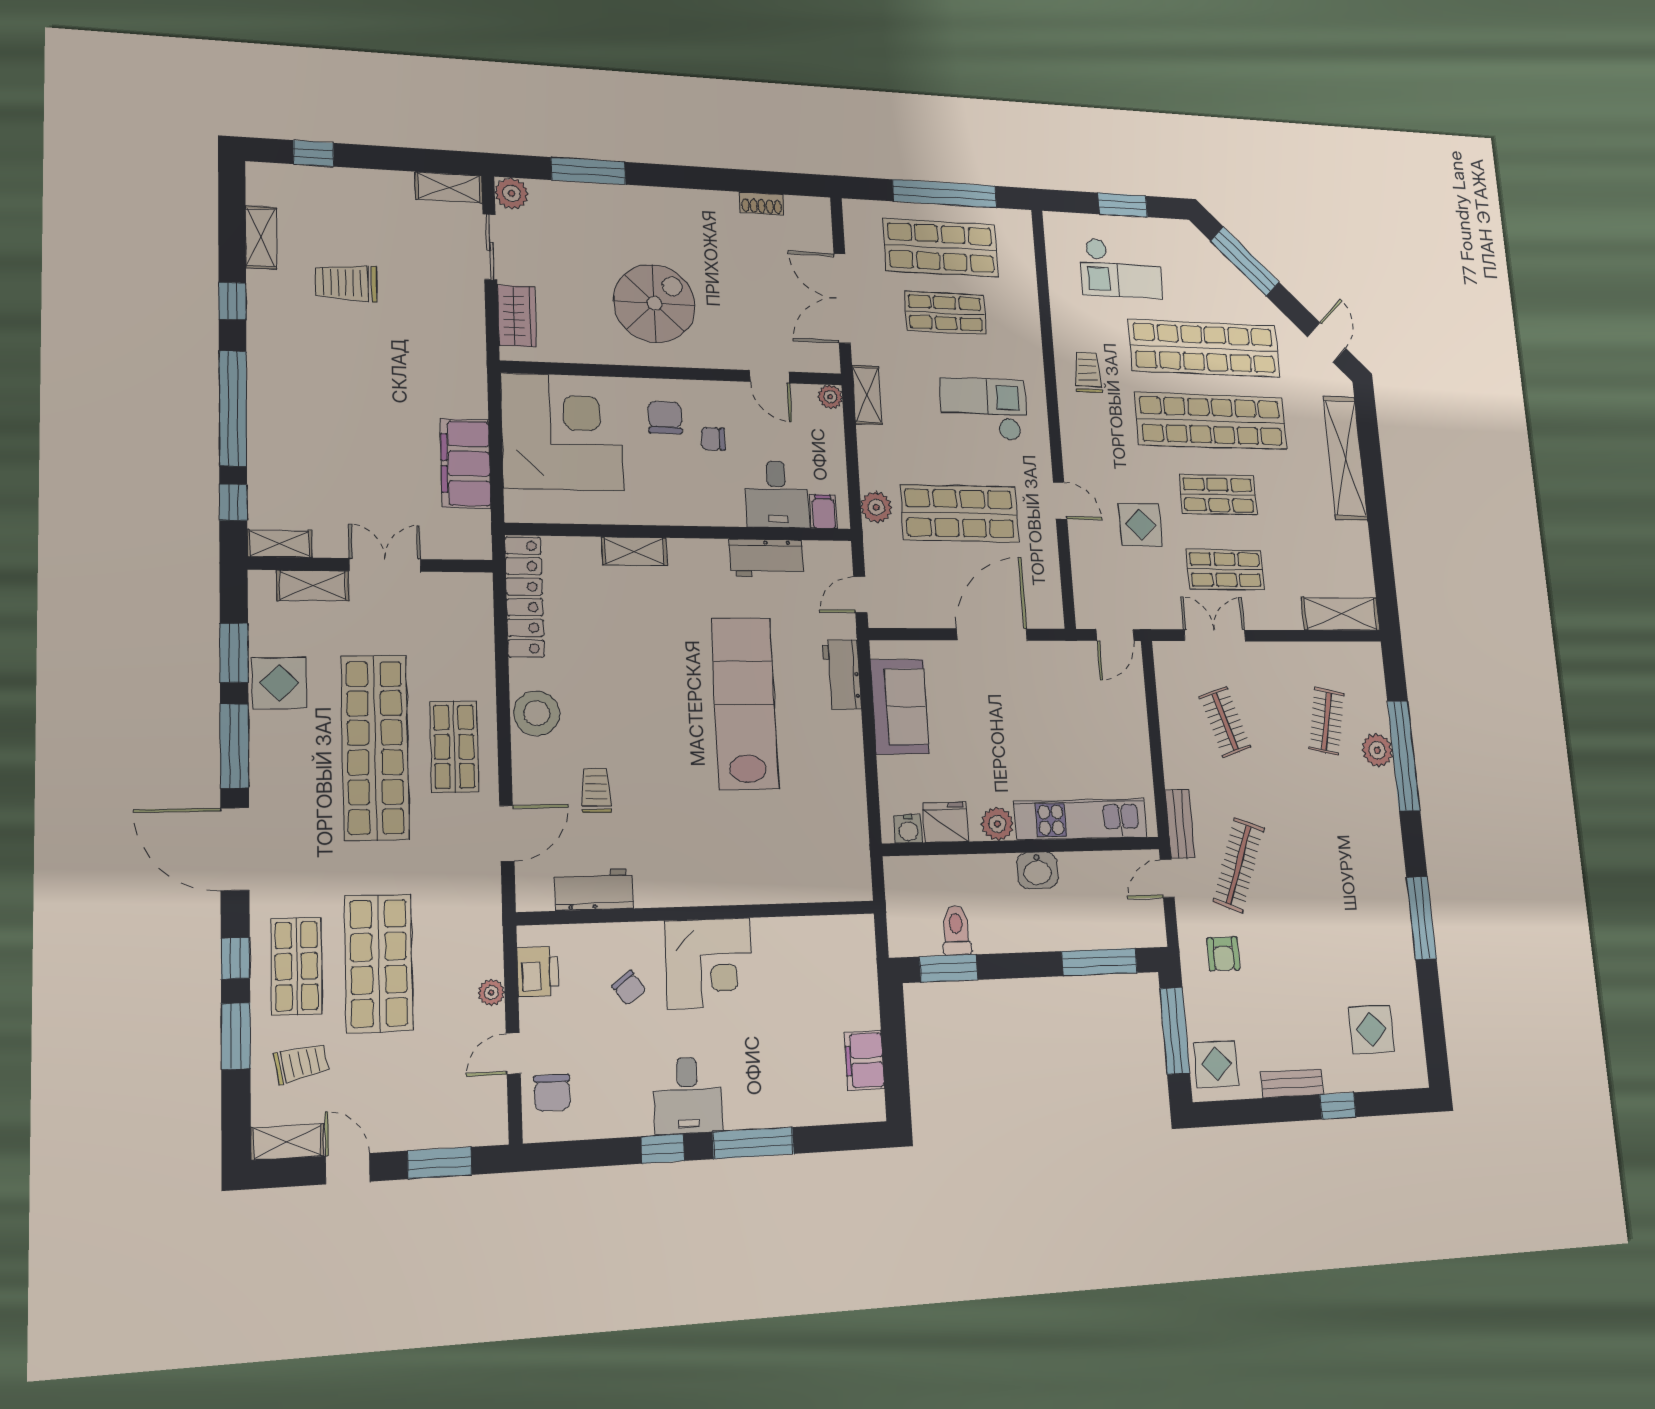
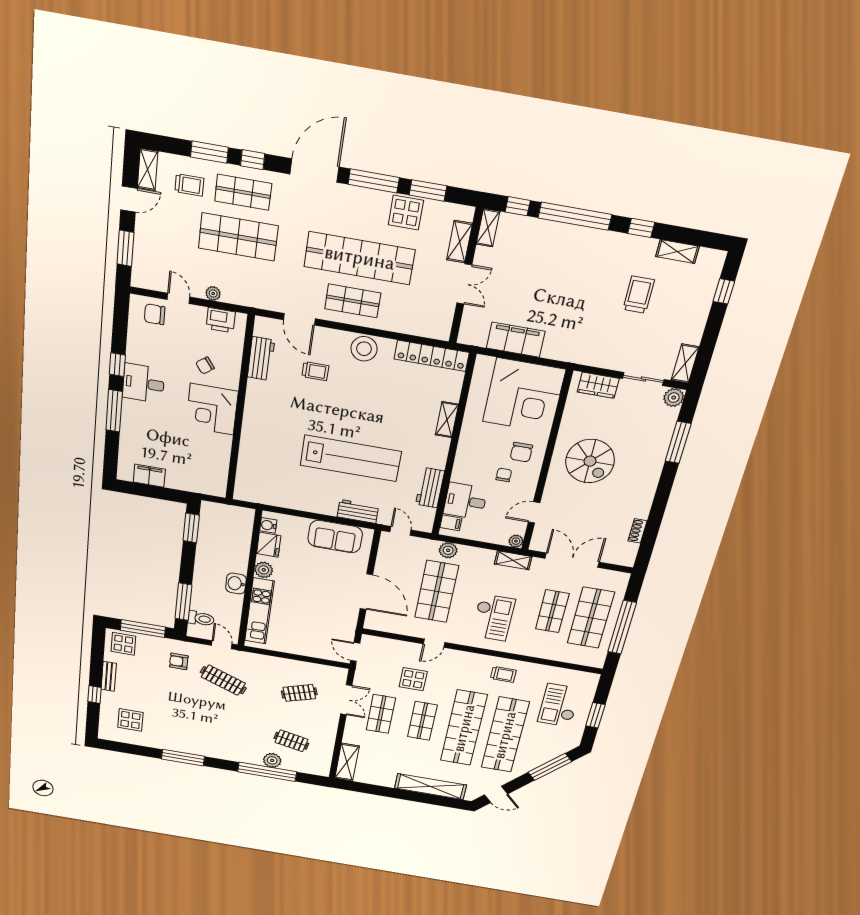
chair: (665, 418) -> (521, 452), turned 90
bench: (1180, 824) -> (249, 658), removed
toilet: (956, 930) -> (201, 619), moved
trolley: (301, 1063) -> (189, 185), turned -79

